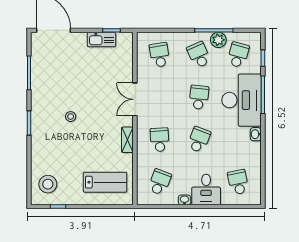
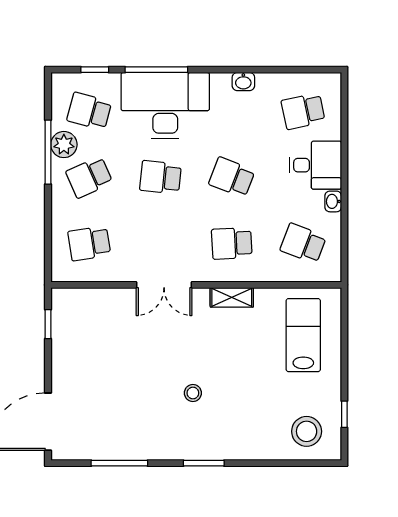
kitchen sink: (101, 39) -> (63, 341), removed
washbasin: (256, 134) -> (243, 82), moved

